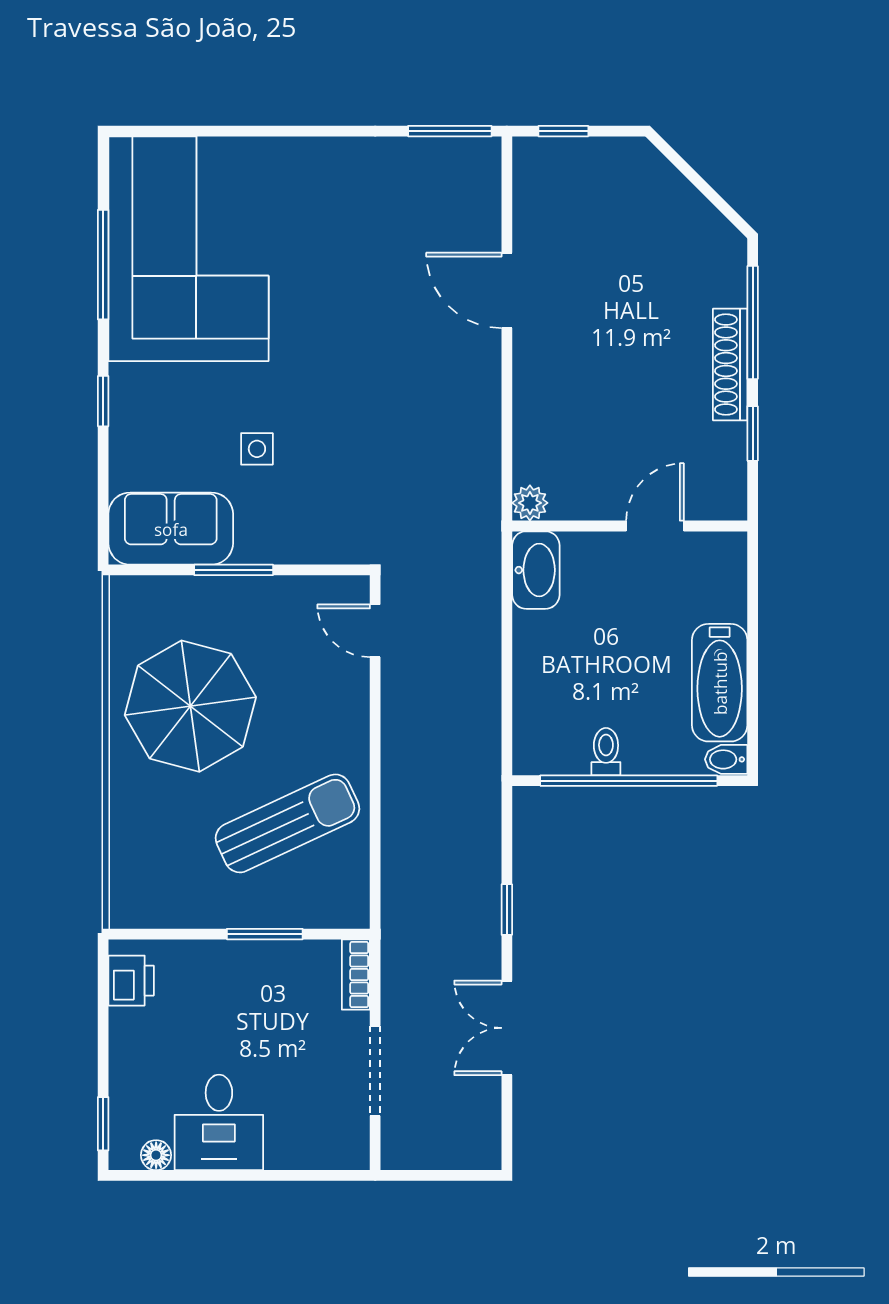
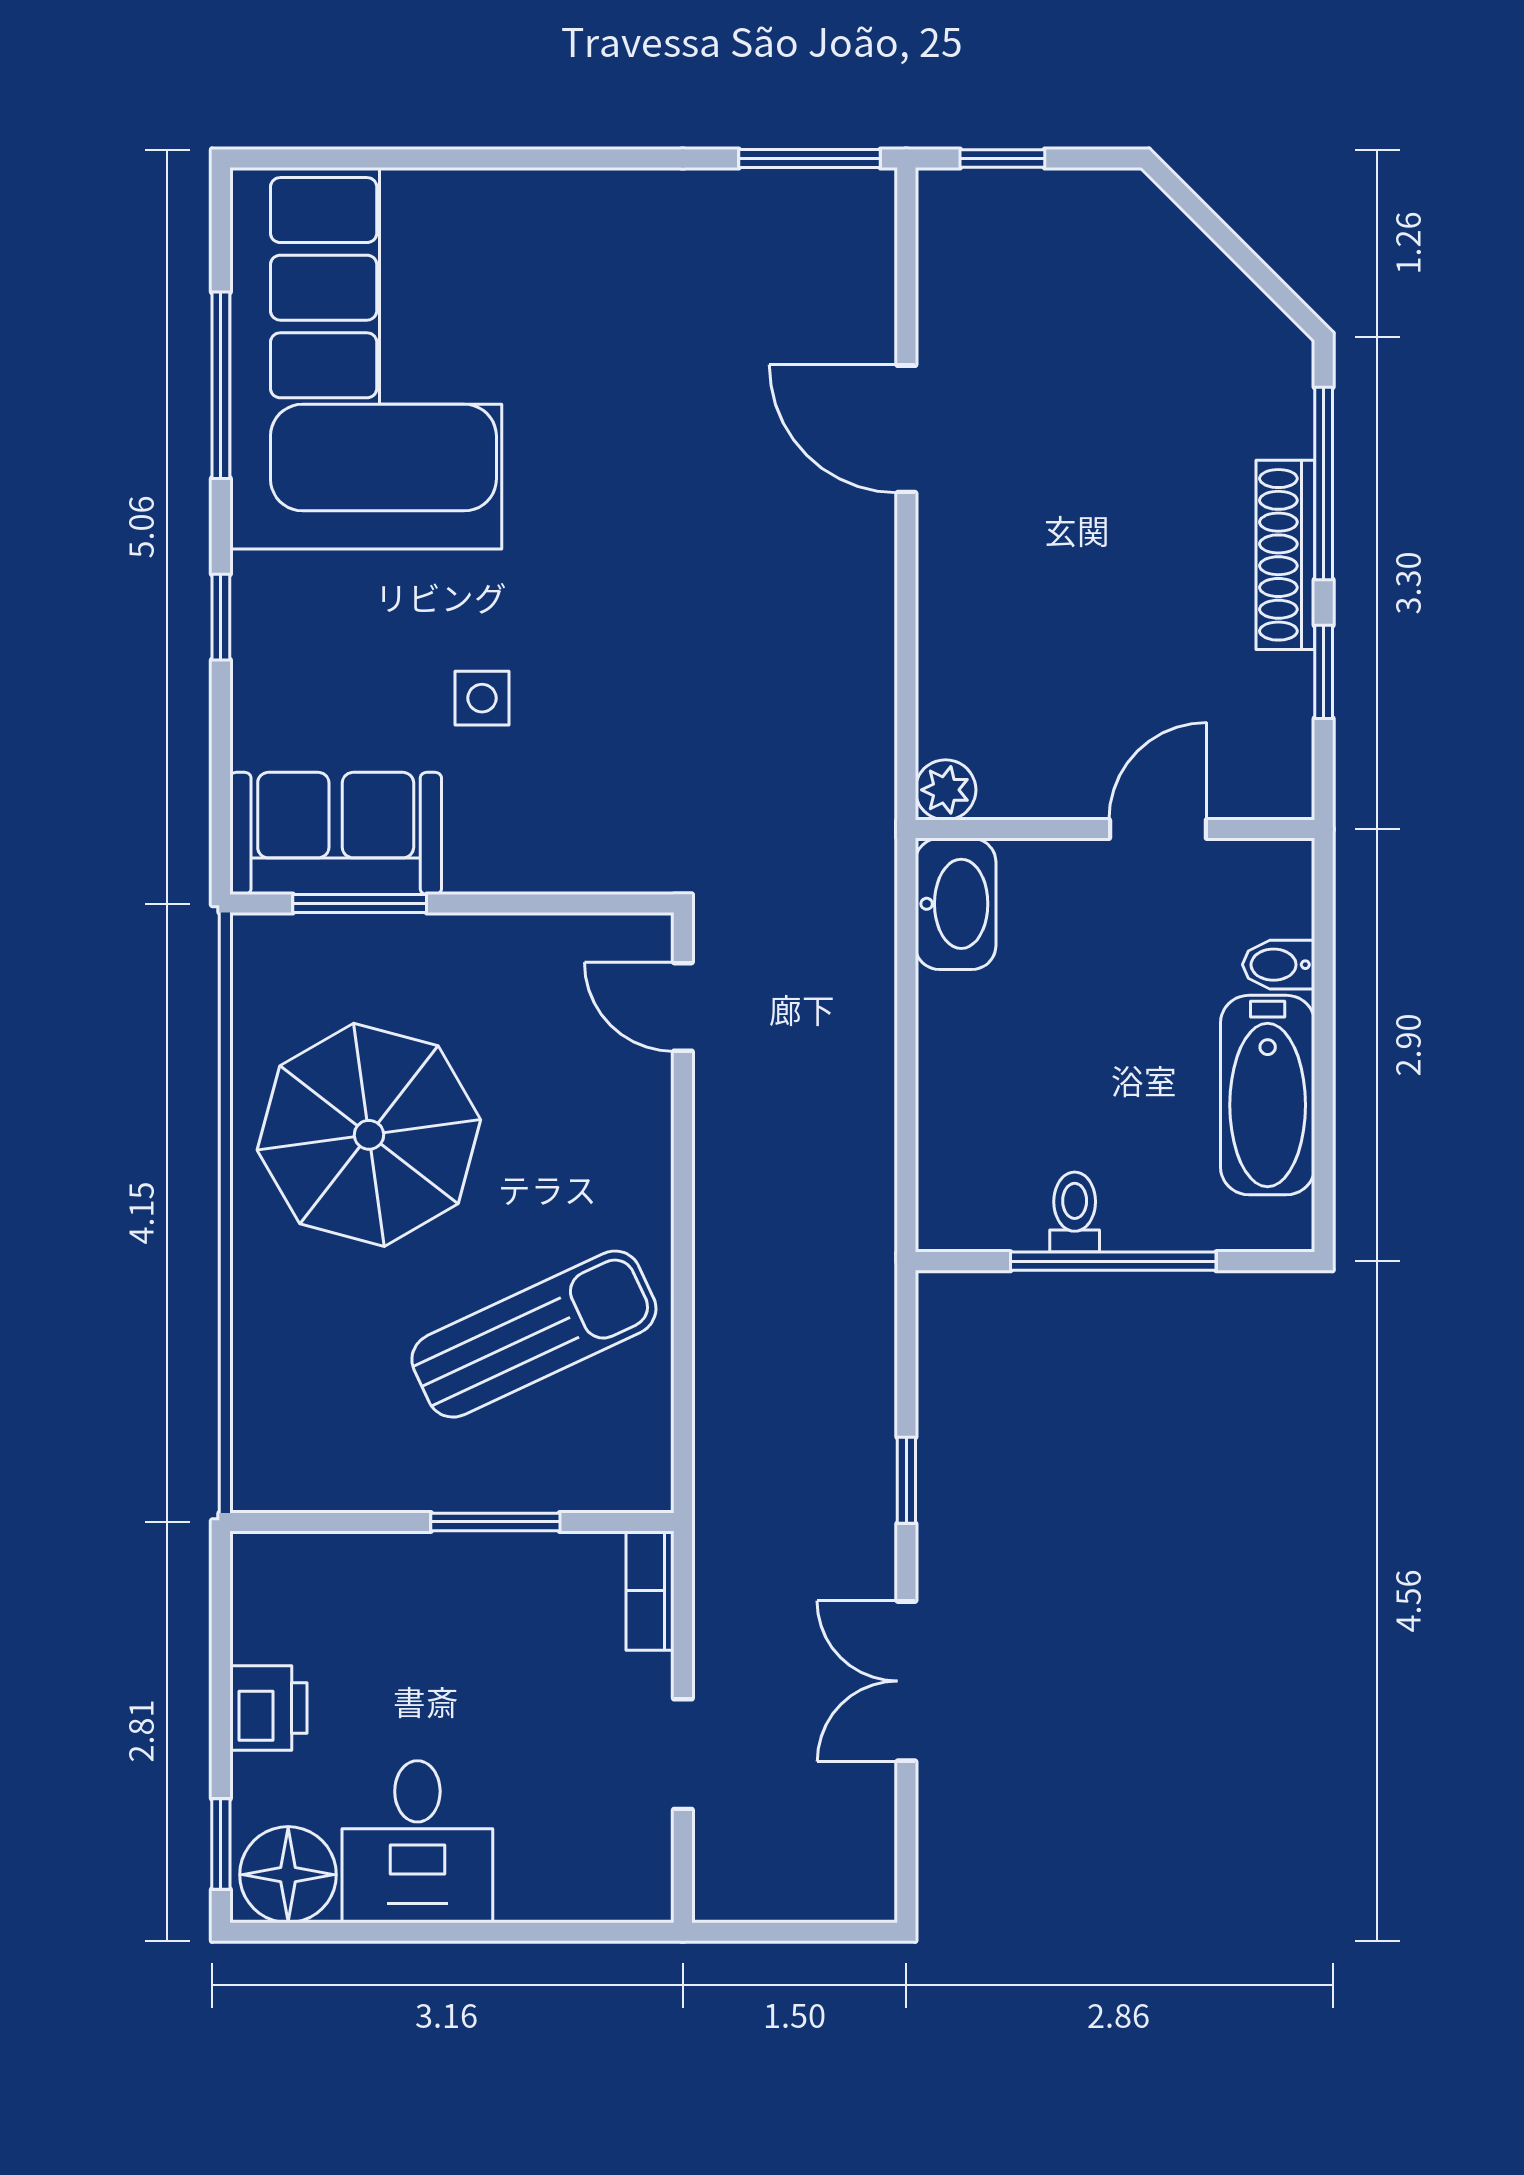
window: (234, 570) -> (360, 904), moved
bidet: (726, 759) -> (1279, 965), moved
window: (629, 781) -> (1113, 1261), width x0.68
printer: (131, 981) -> (268, 1708), moved
doorway: (375, 1071) -> (683, 1754), width x0.73
floor lamp: (156, 1155) -> (288, 1875), width x1.89, depth x1.89

